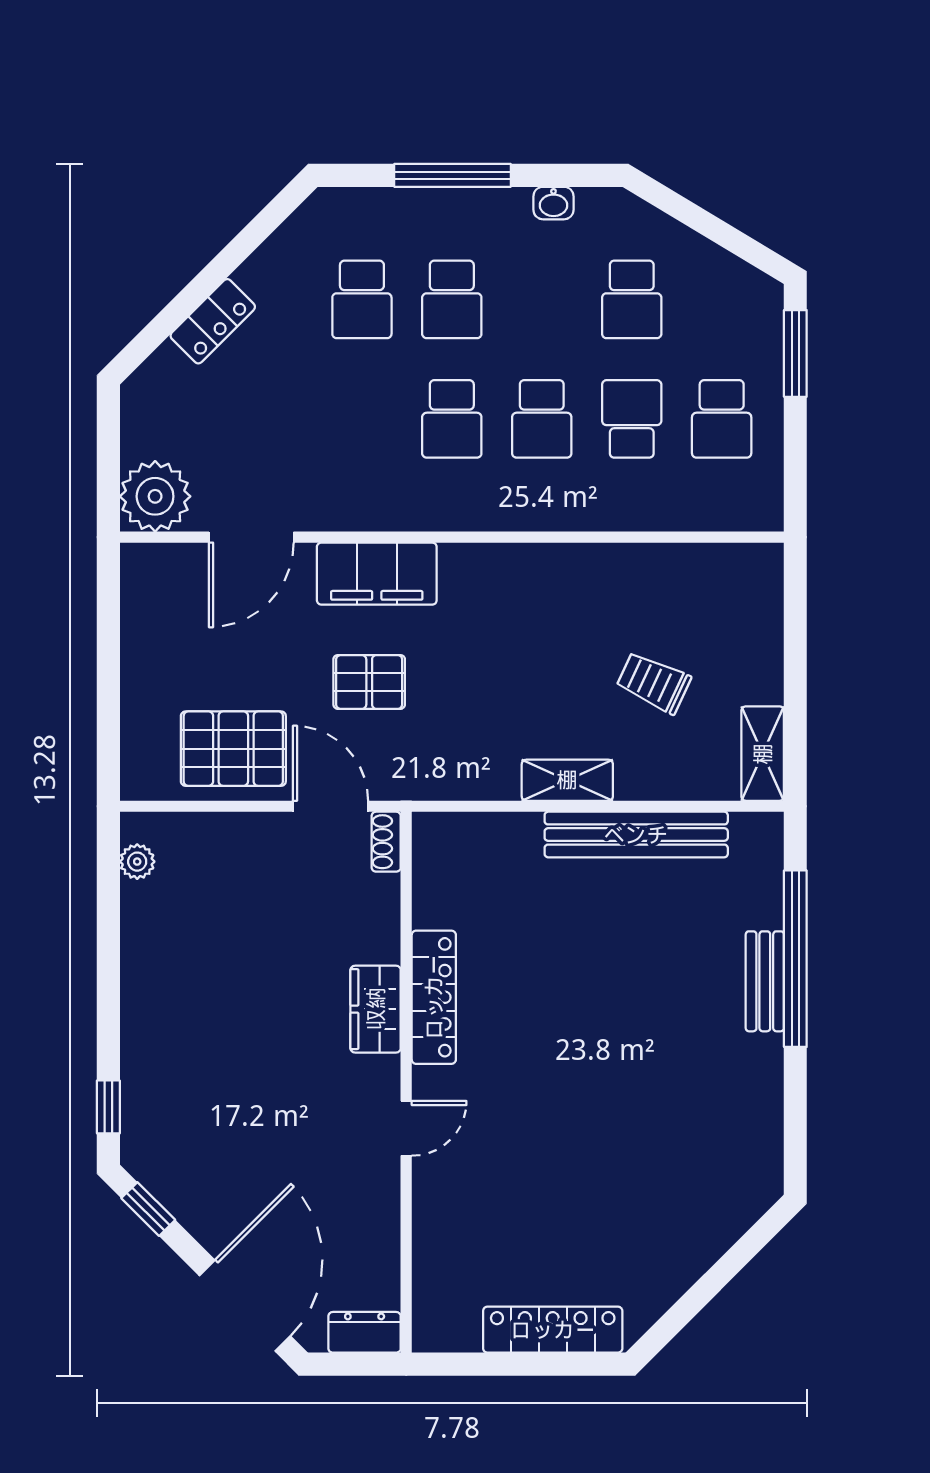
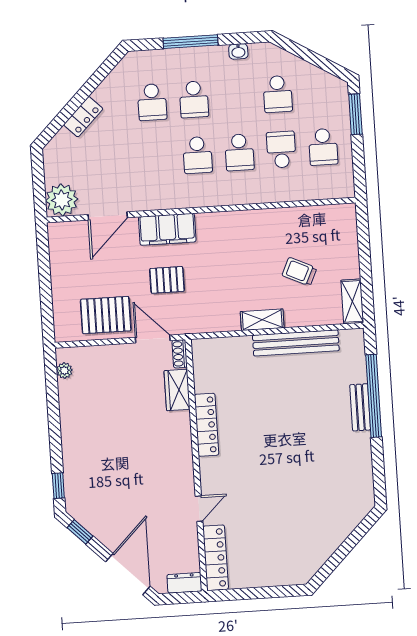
wardrobe: (376, 1009) -> (177, 390), moved
door: (406, 1128) -> (199, 509), moved
locker: (553, 1330) -> (216, 558), moved, turned 90

